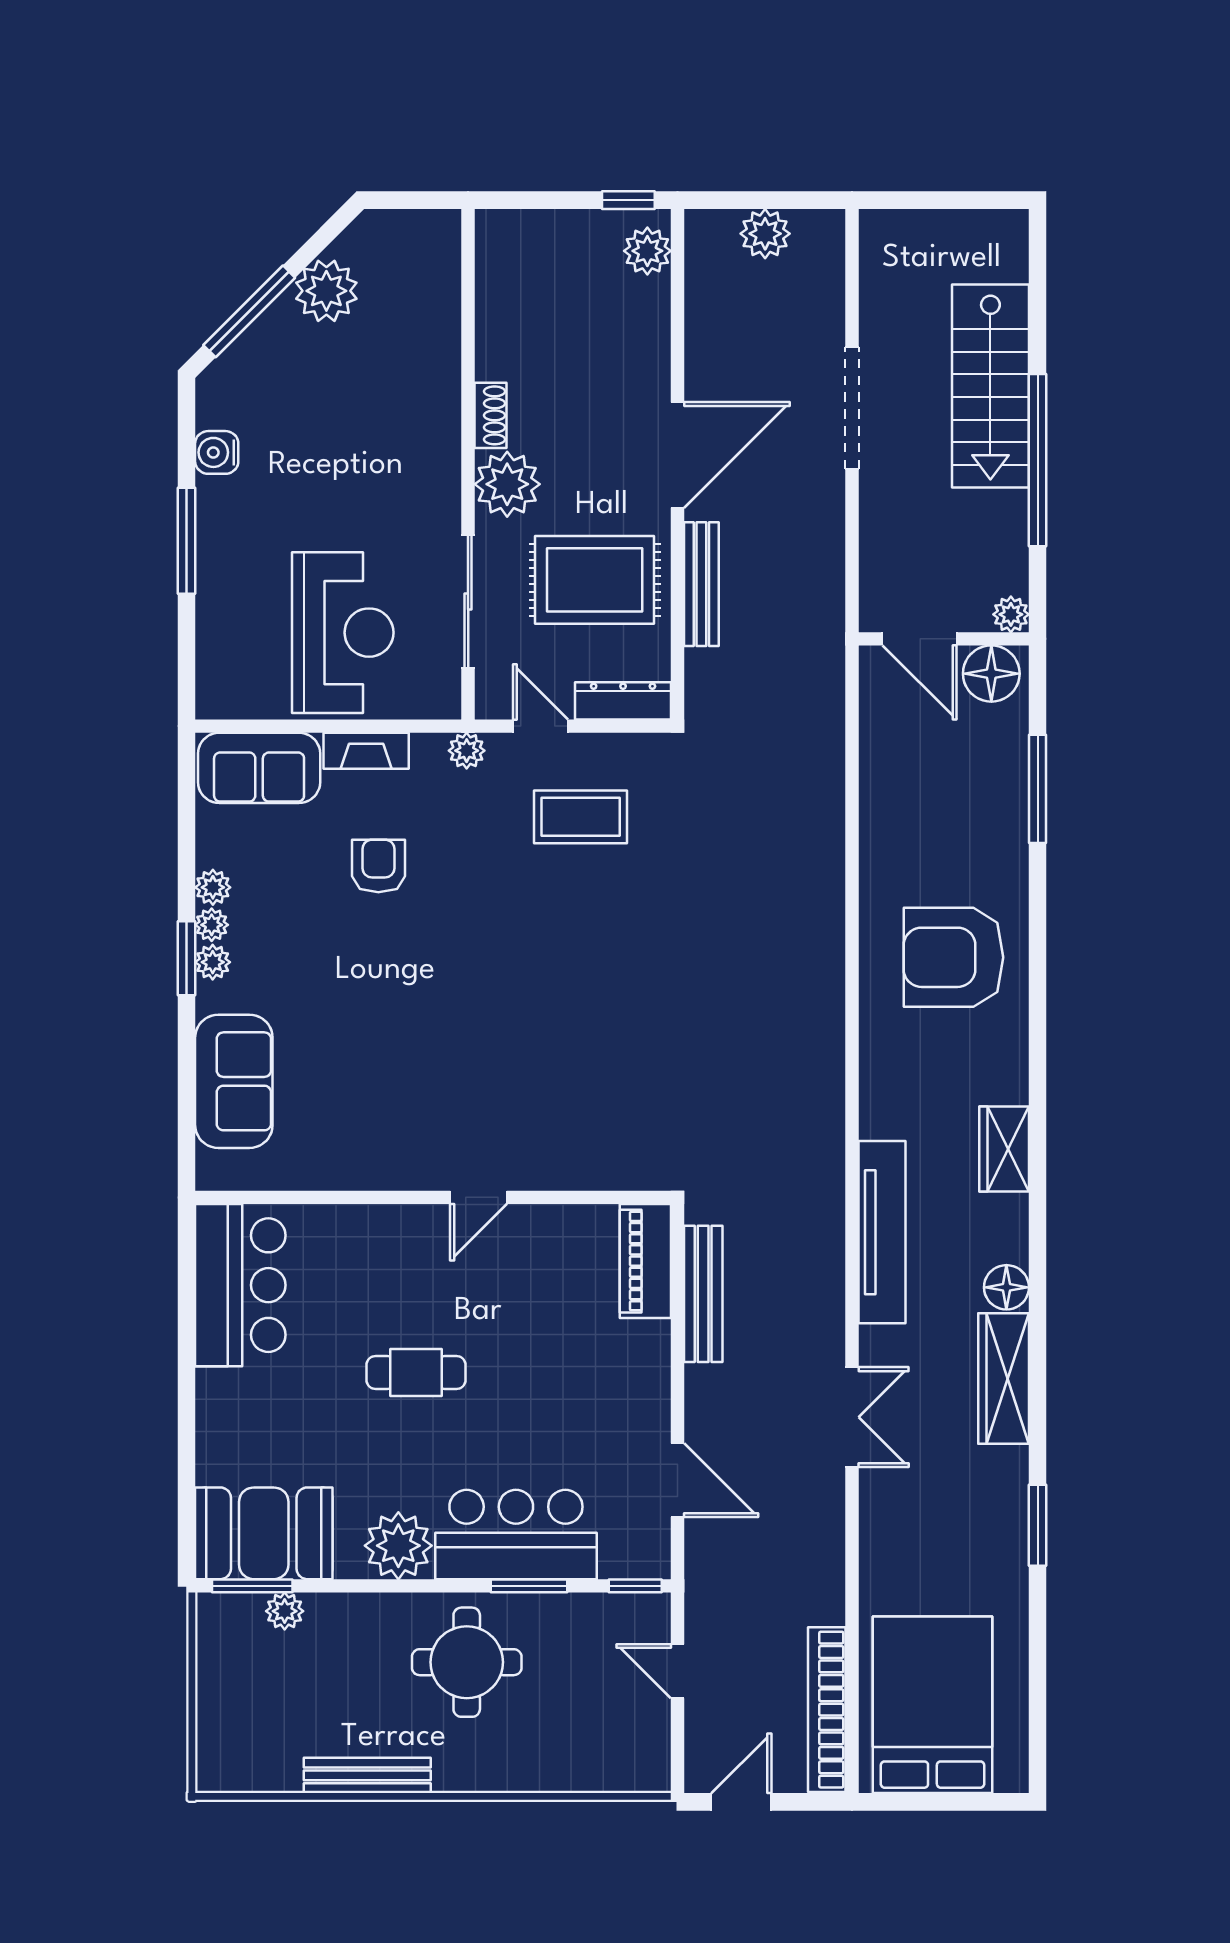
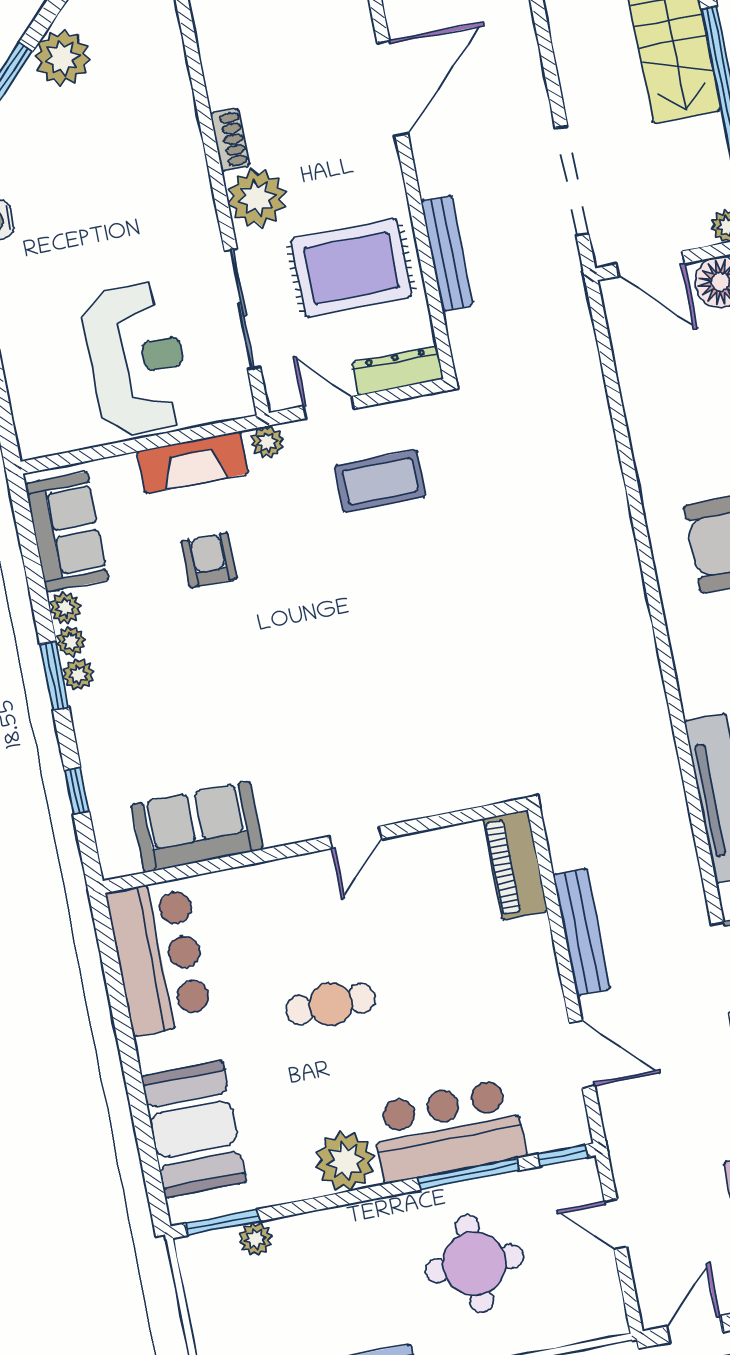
doorway: (852, 408) -> (572, 181), moved
door: (677, 455) -> (393, 88), moved
fireplace: (366, 751) -> (193, 462), width x1.37, depth x1.32
sofa: (259, 768) -> (67, 532), moved, turned -90
sofa: (234, 1081) -> (197, 827), moved, turned -90
window: (187, 1088) -> (77, 791), added
bench: (703, 1294) -> (582, 932), moved
booth: (264, 1533) -> (194, 1129), moved, turned 90
window: (529, 1586) -> (468, 1174), width x1.44
round table: (467, 1662) -> (474, 1264), moved

